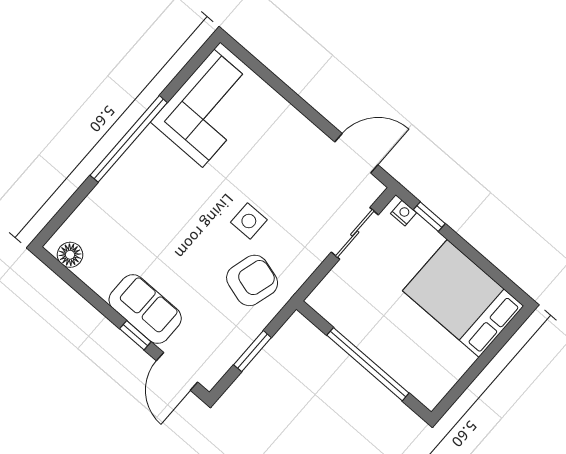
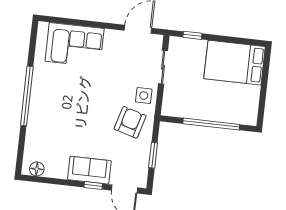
corner sofa: (208, 108) -> (75, 45), moved, turned 90
nightstand: (403, 213) -> (179, 42), removed
side table: (249, 221) -> (144, 96), moved

